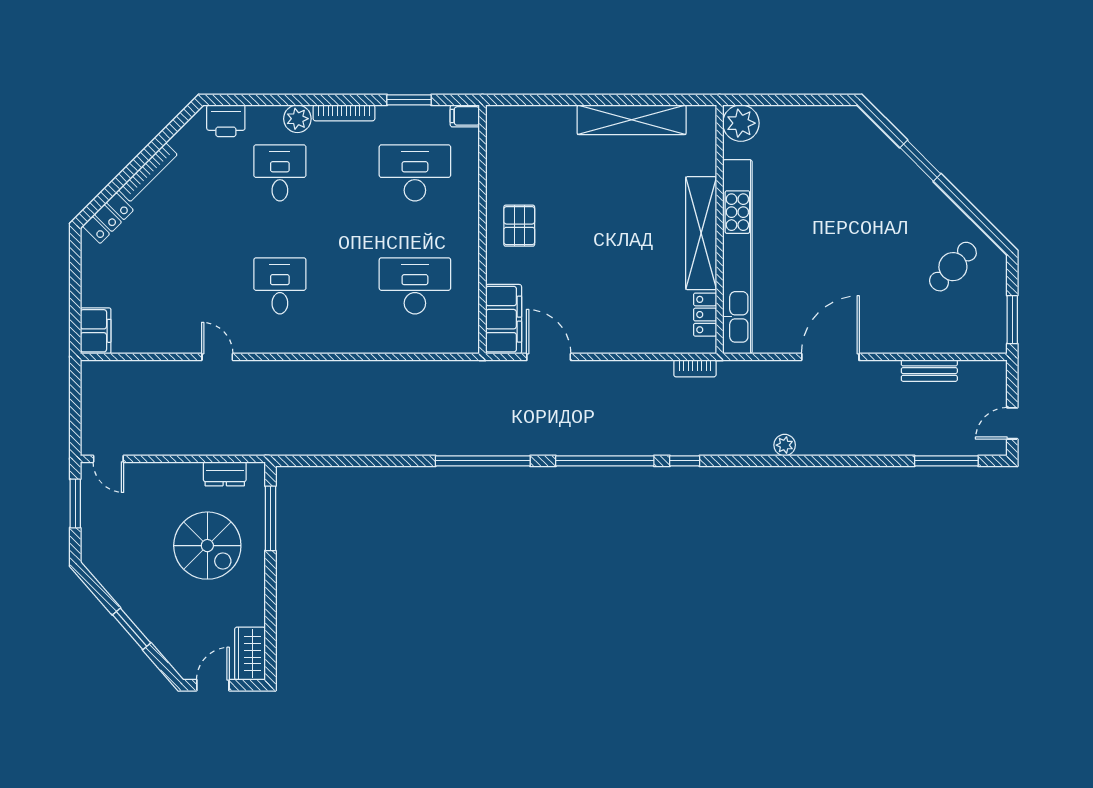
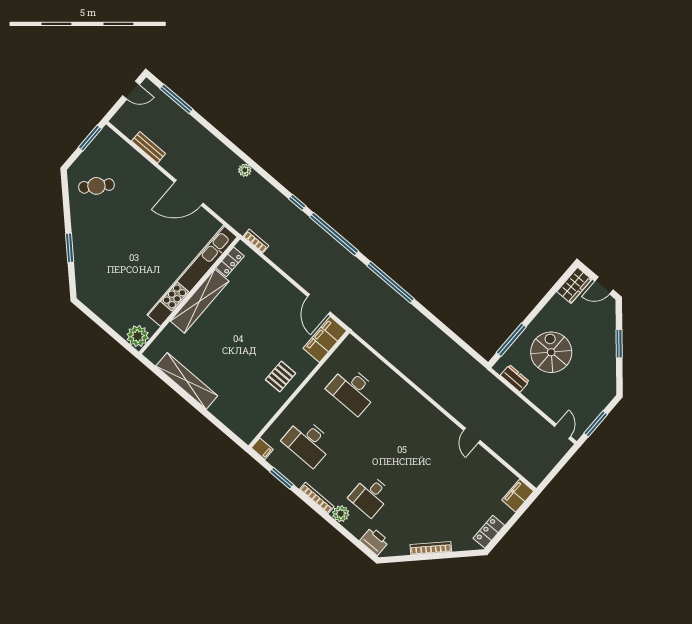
locker: (108, 218) -> (489, 532), moved, turned -45
desk: (280, 286) -> (415, 443), removed

